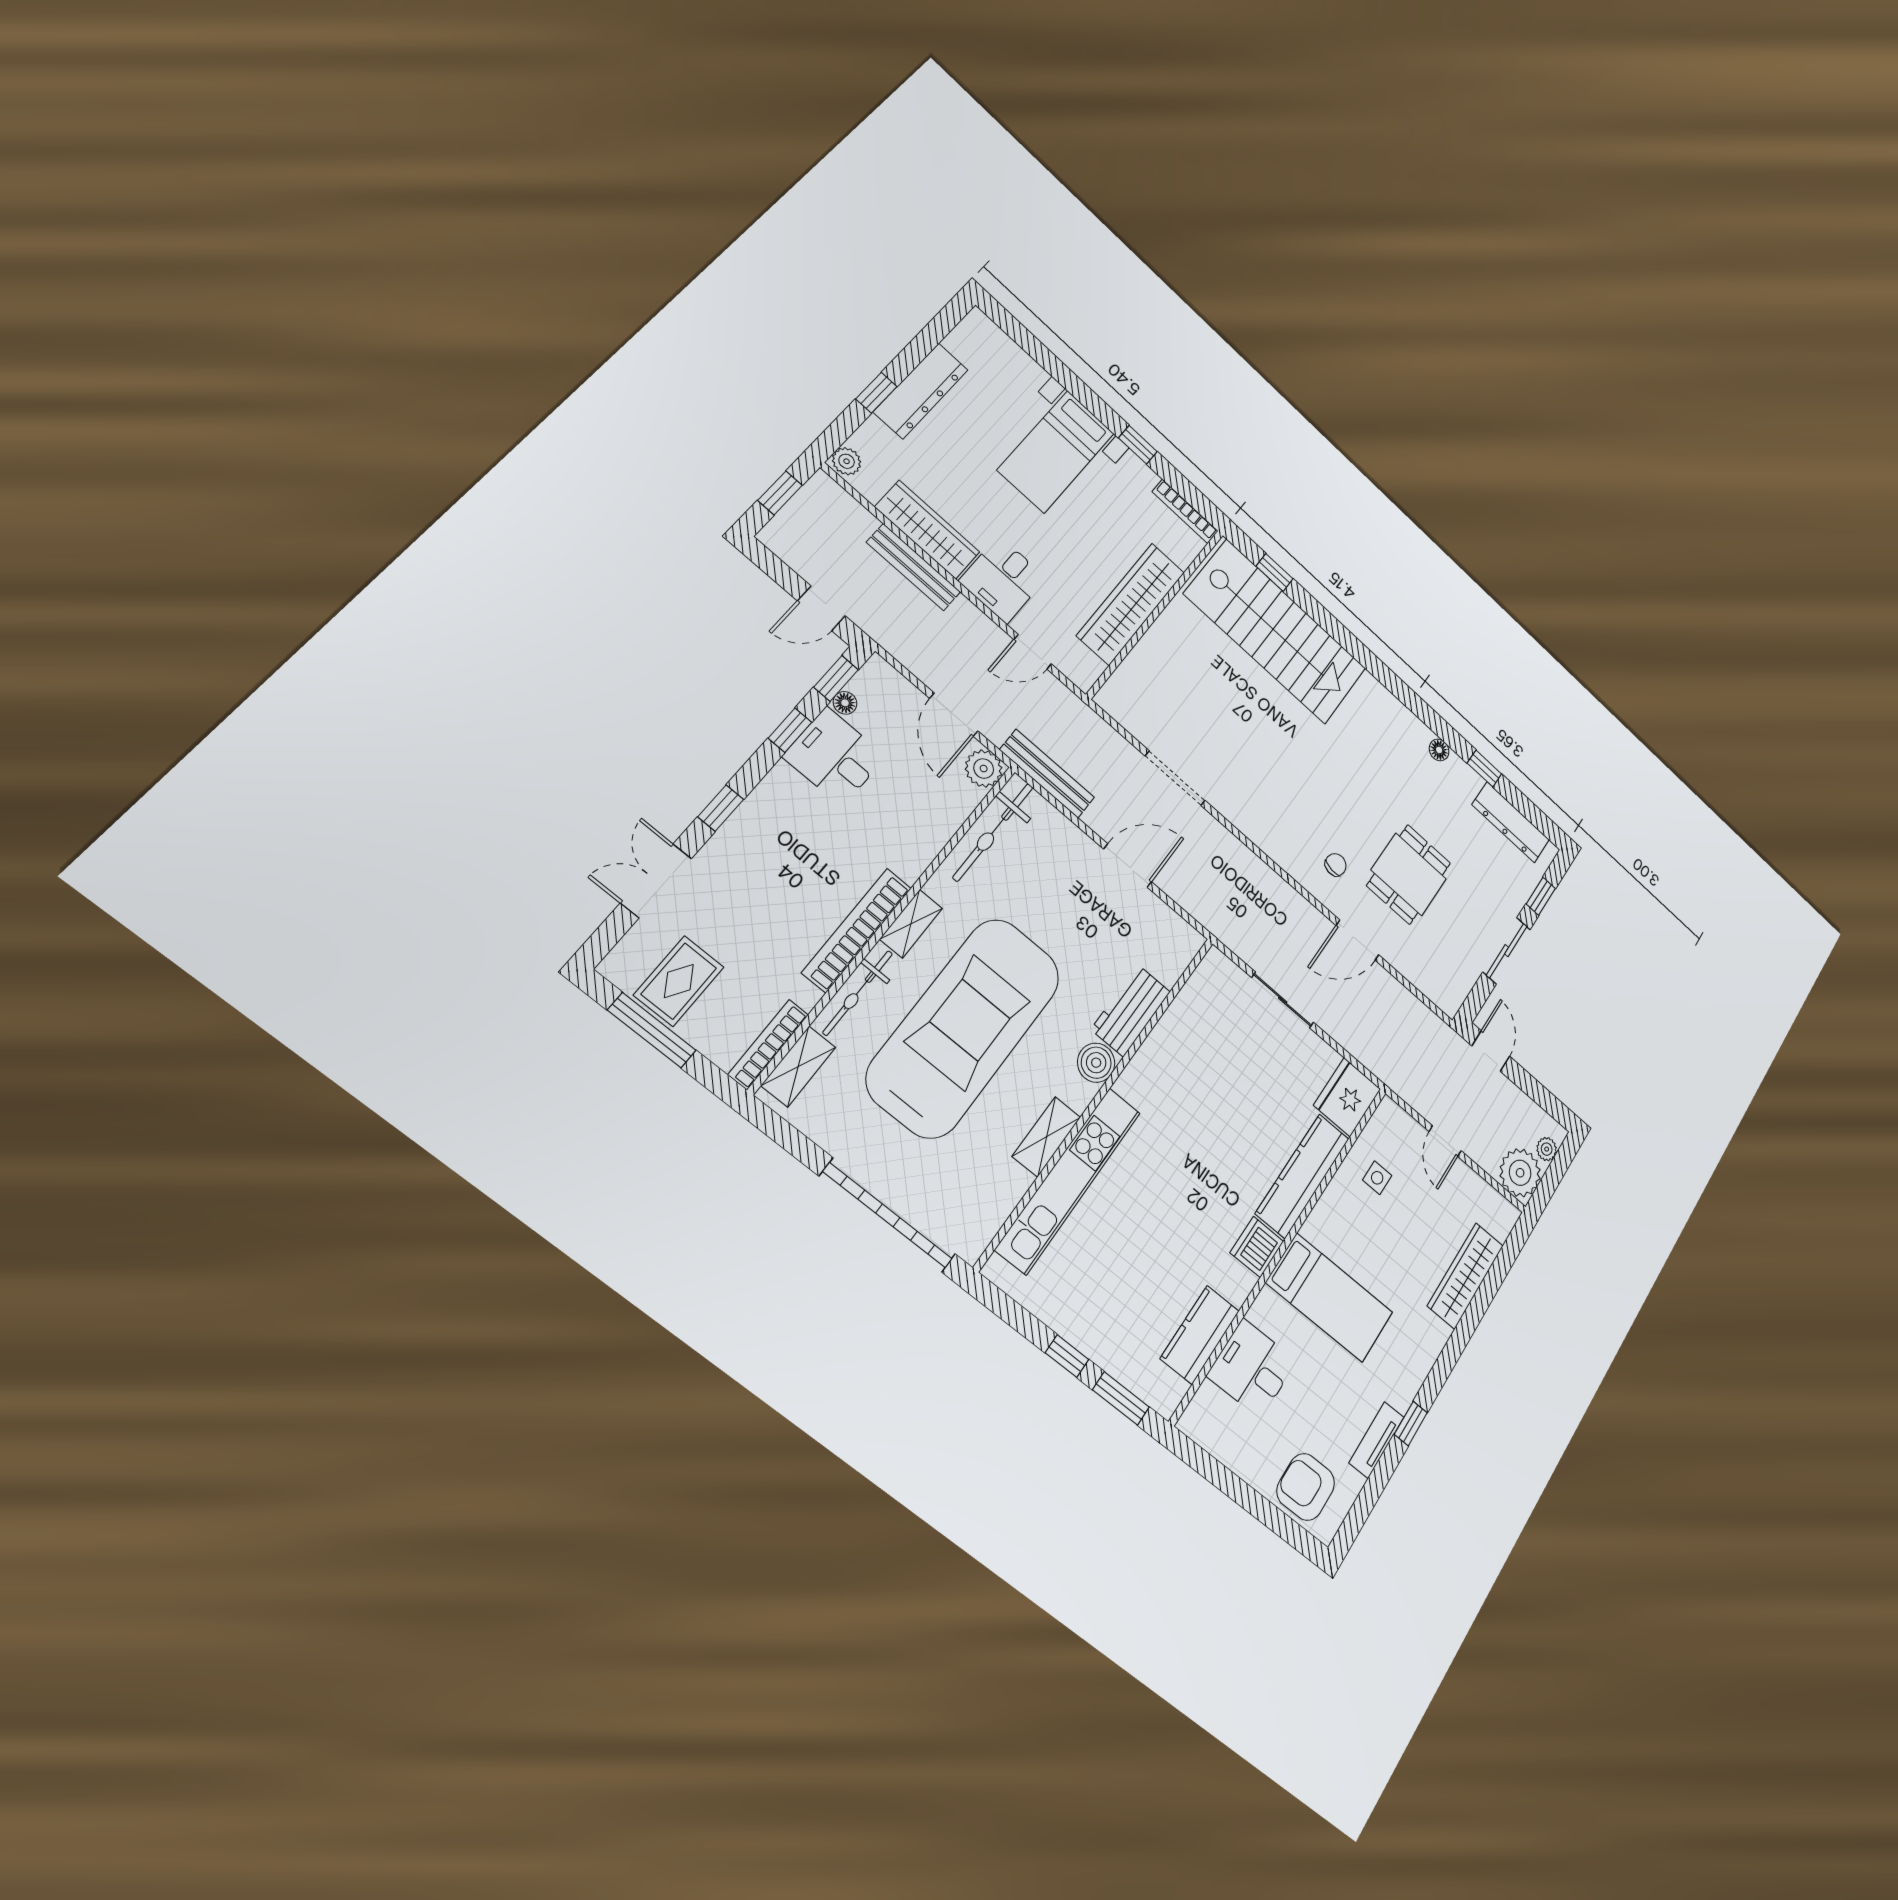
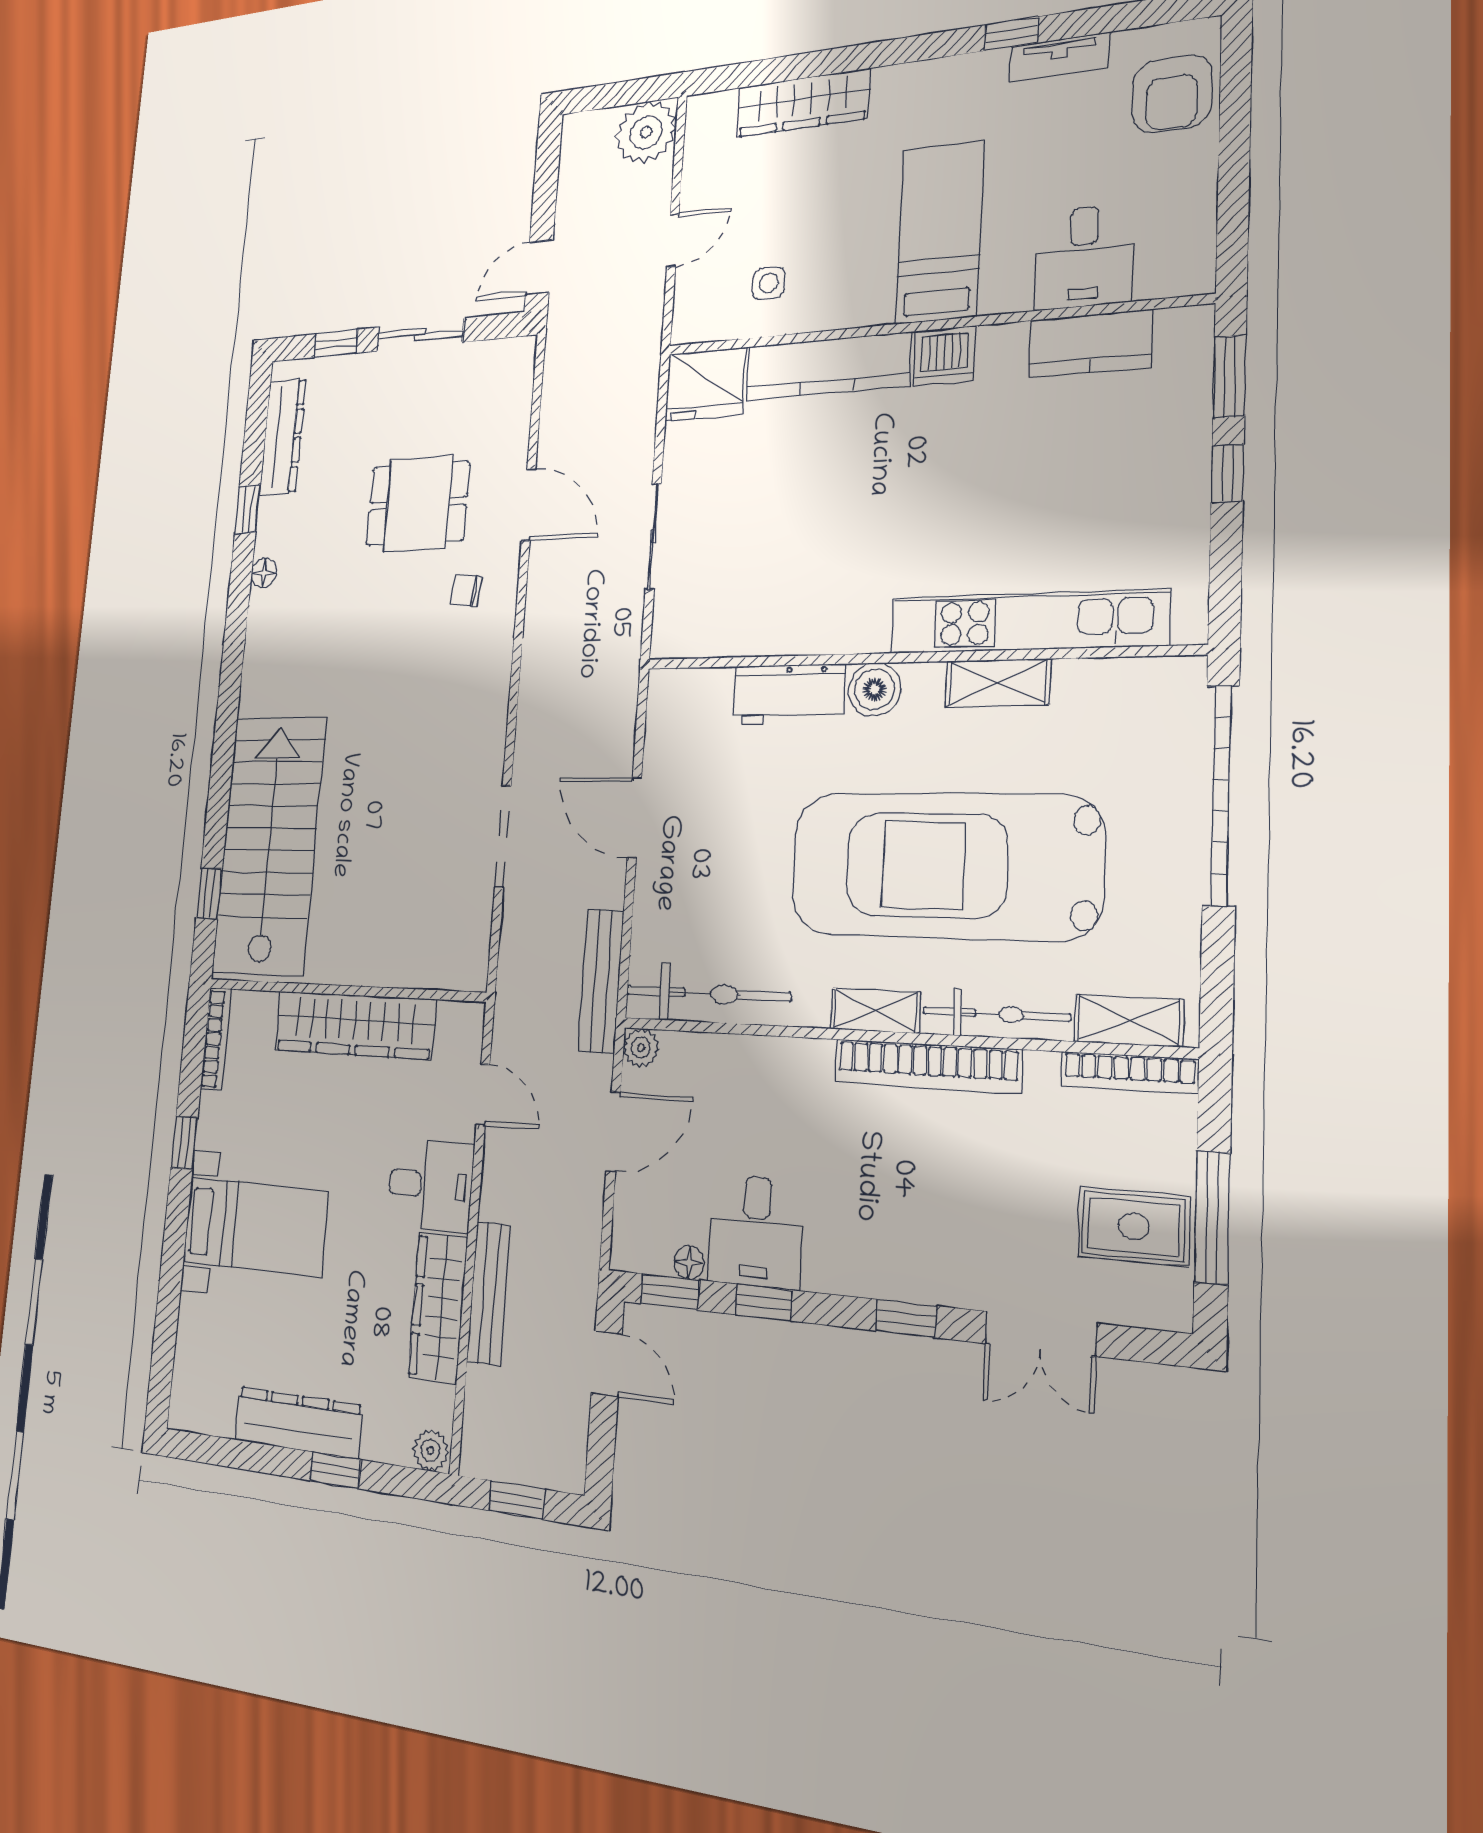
plant: (984, 769) -> (641, 1048), width x0.73, depth x0.73
plant: (1547, 1149) -> (599, 124), removed

